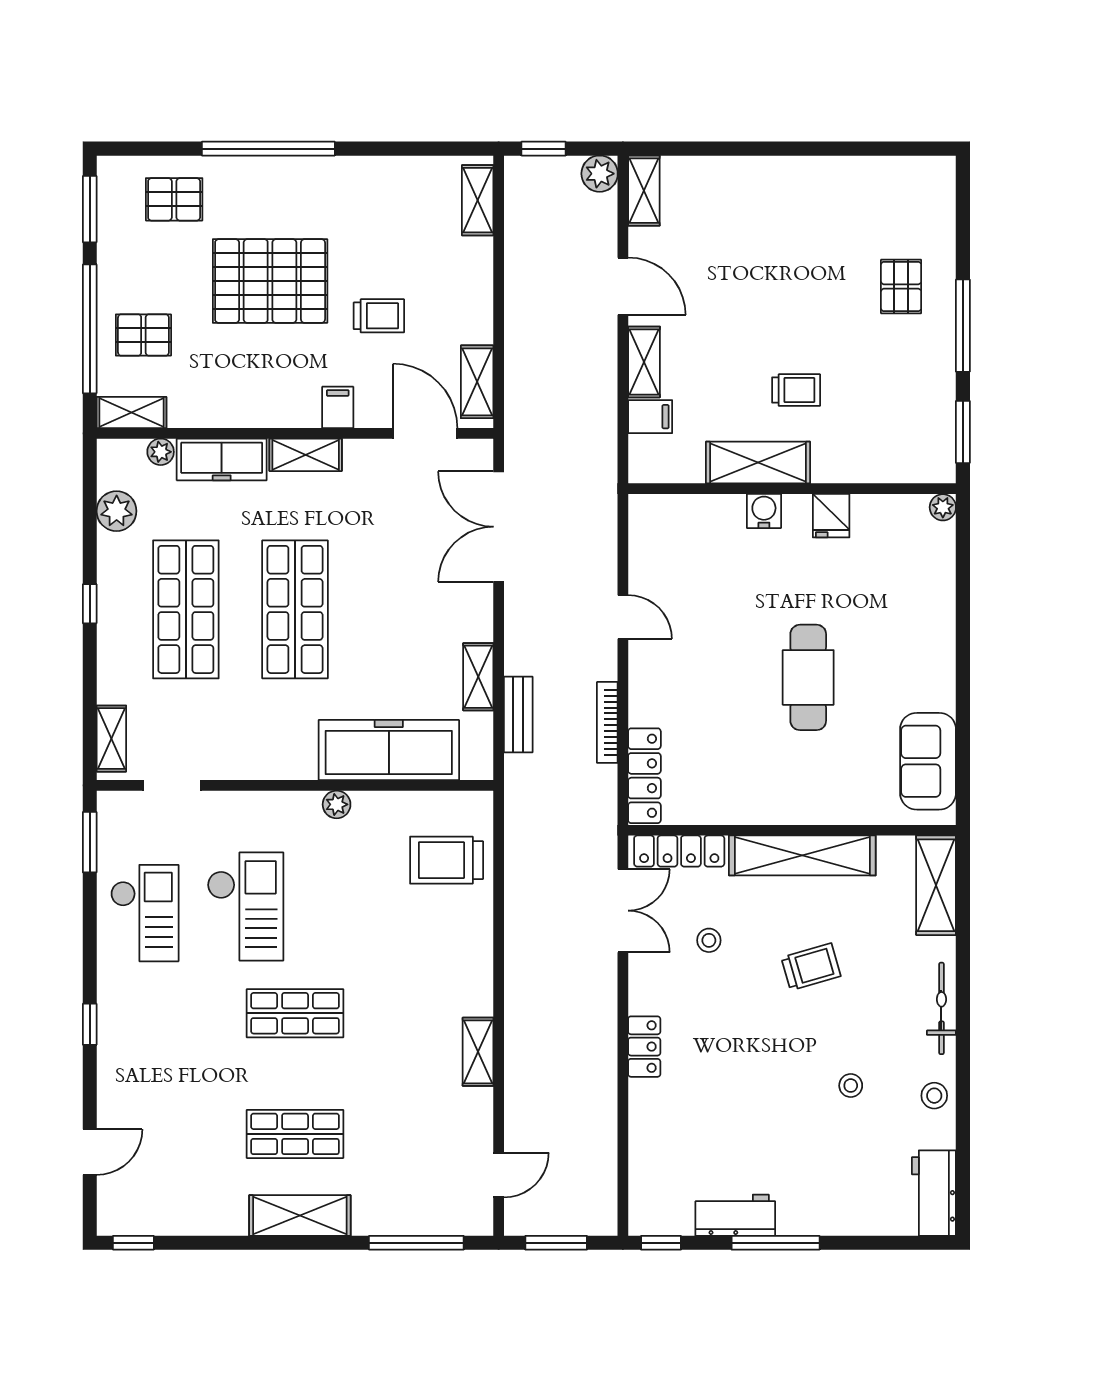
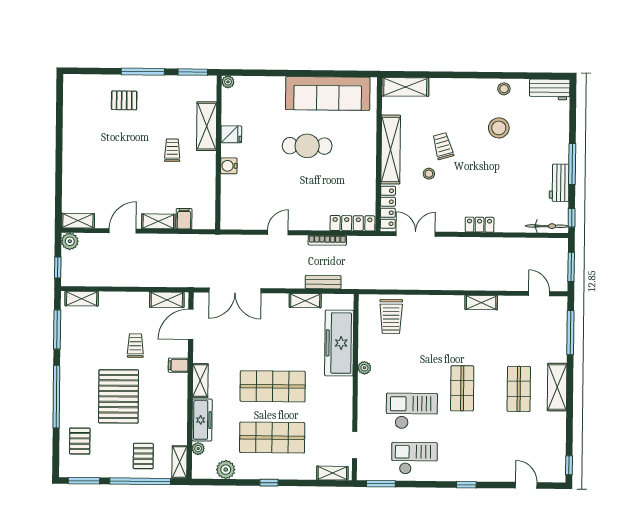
window: (411, 149) -> (57, 329), added
shelving: (758, 463) -> (207, 126), moved
sofa: (928, 761) -> (328, 93), width x1.85, depth x1.27
stool: (709, 940) -> (429, 174), moved
bicycle: (941, 1008) -> (547, 226), moved, turned 180
stool: (851, 1086) -> (499, 128), width x1.89, depth x1.89

